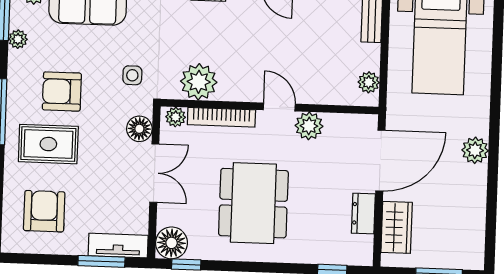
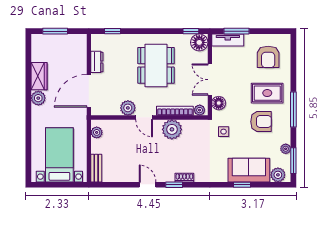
plant: (199, 82) -> (172, 129), moved
wardrobe: (397, 227) -> (39, 76), moved, turned 180

